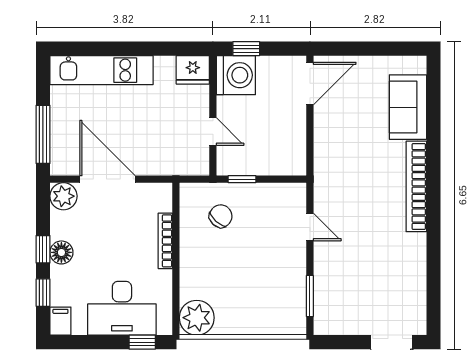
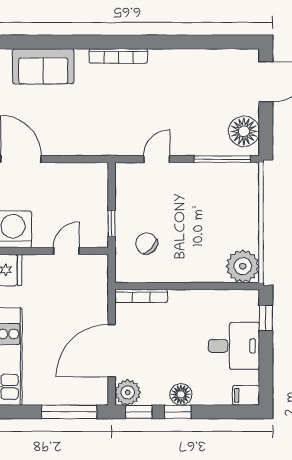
bookcase: (416, 186) -> (118, 56), width x0.68, depth x0.76
bookcase: (165, 241) -> (141, 296), moved
window: (43, 293) -> (139, 412), moved
window: (310, 296) -> (222, 159), width x1.44
desk: (122, 308) -> (234, 346), width x0.73
floor lamp: (339, 319) -> (244, 131), added

